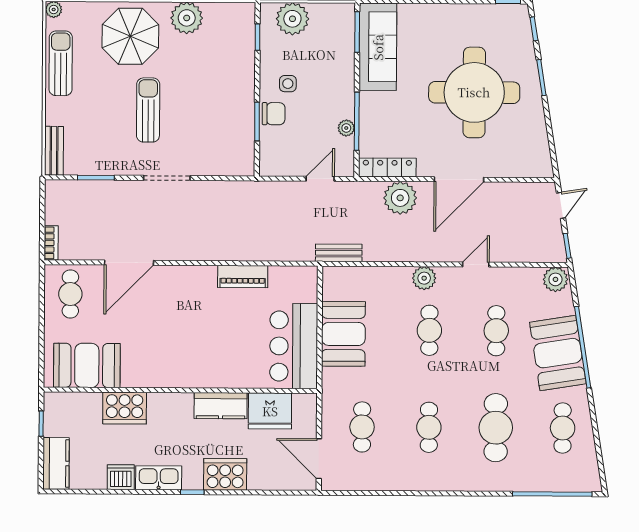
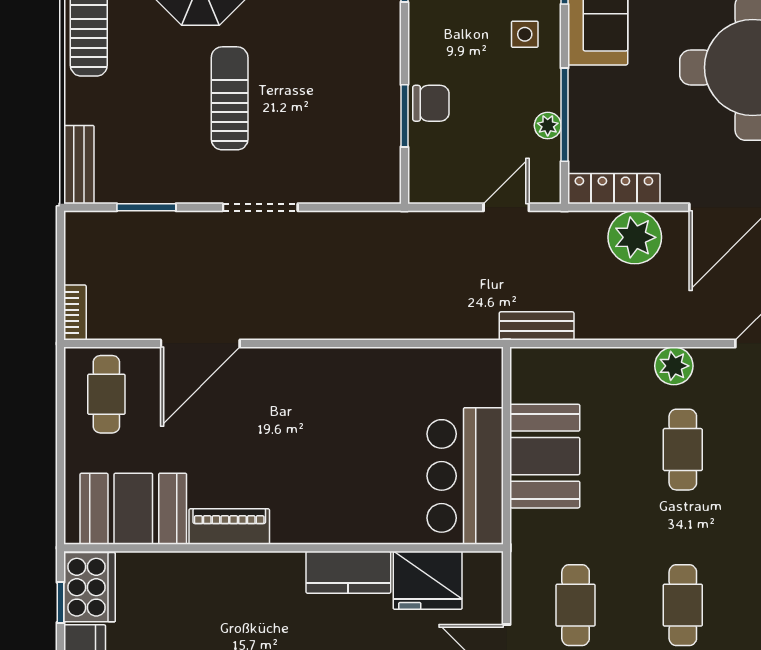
side table: (288, 84) -> (525, 34), moved
piano: (243, 277) -> (229, 526), moved, turned 180
cooker: (125, 408) -> (90, 587), moved, turned -90

